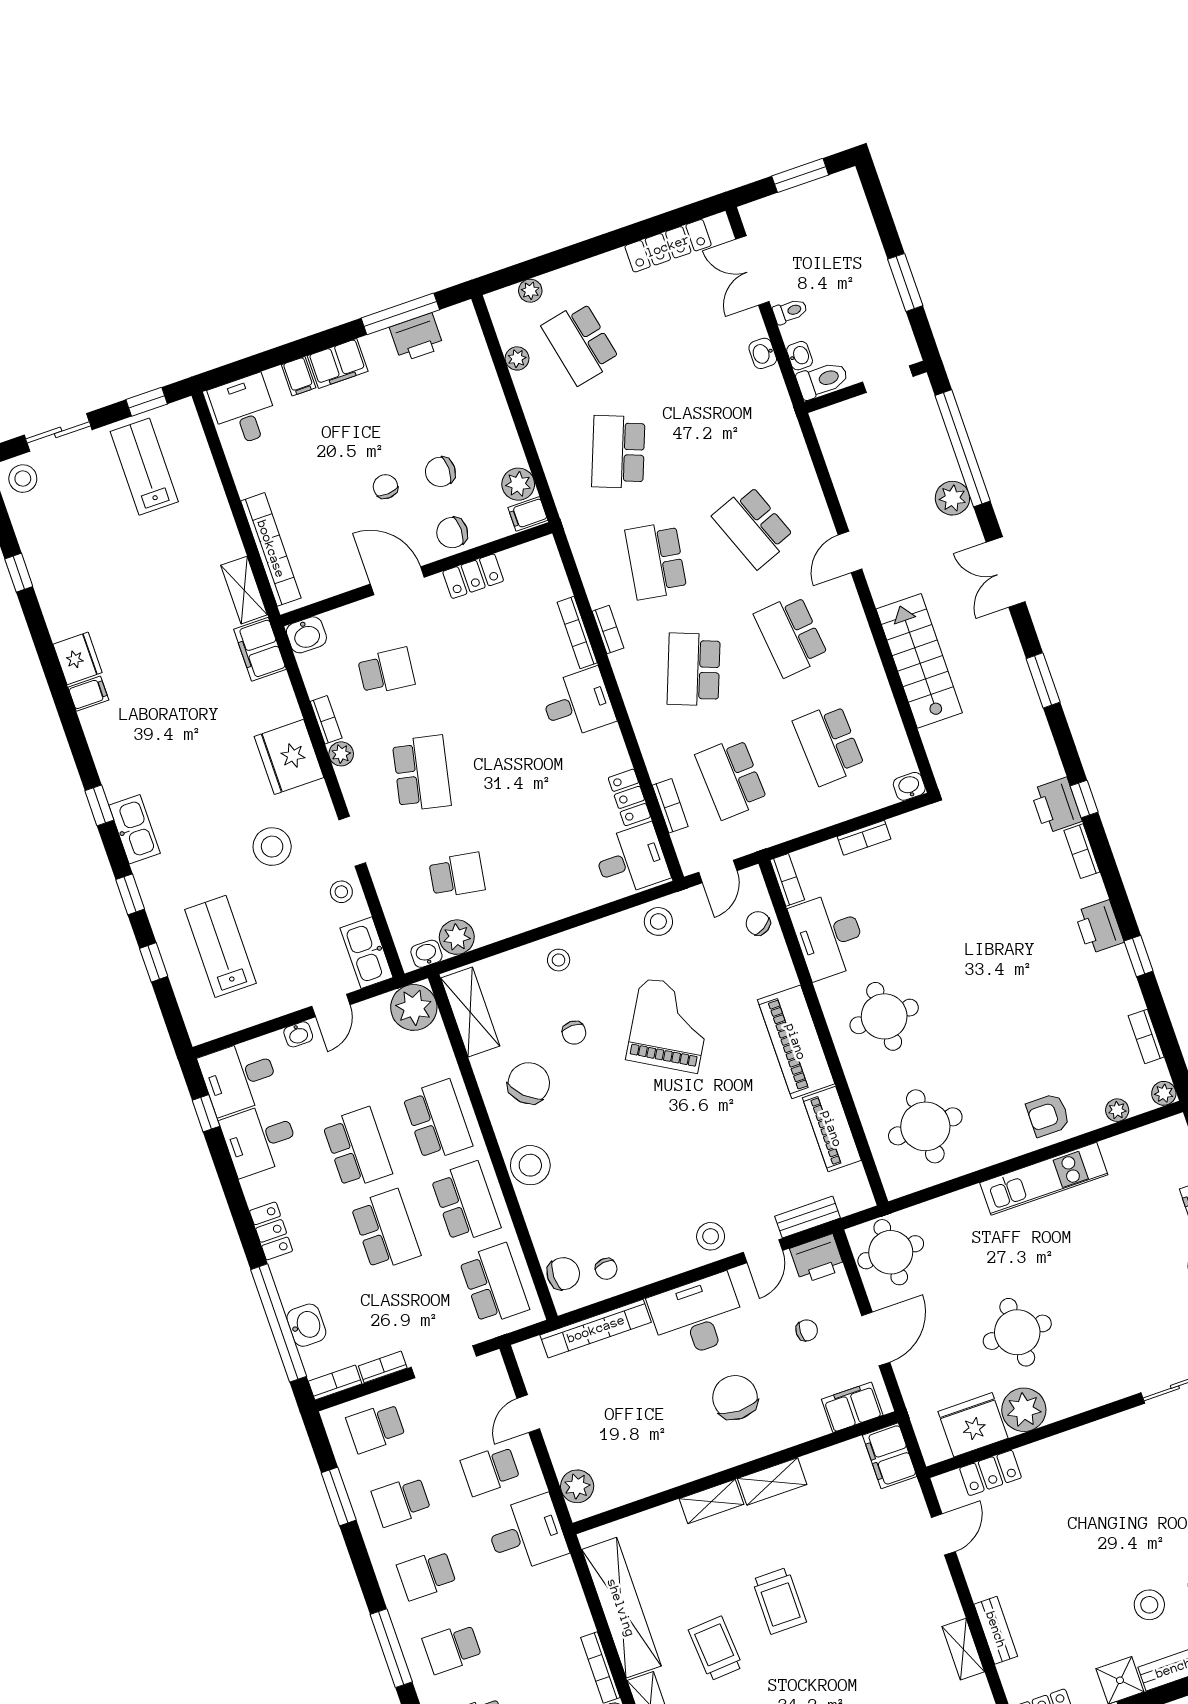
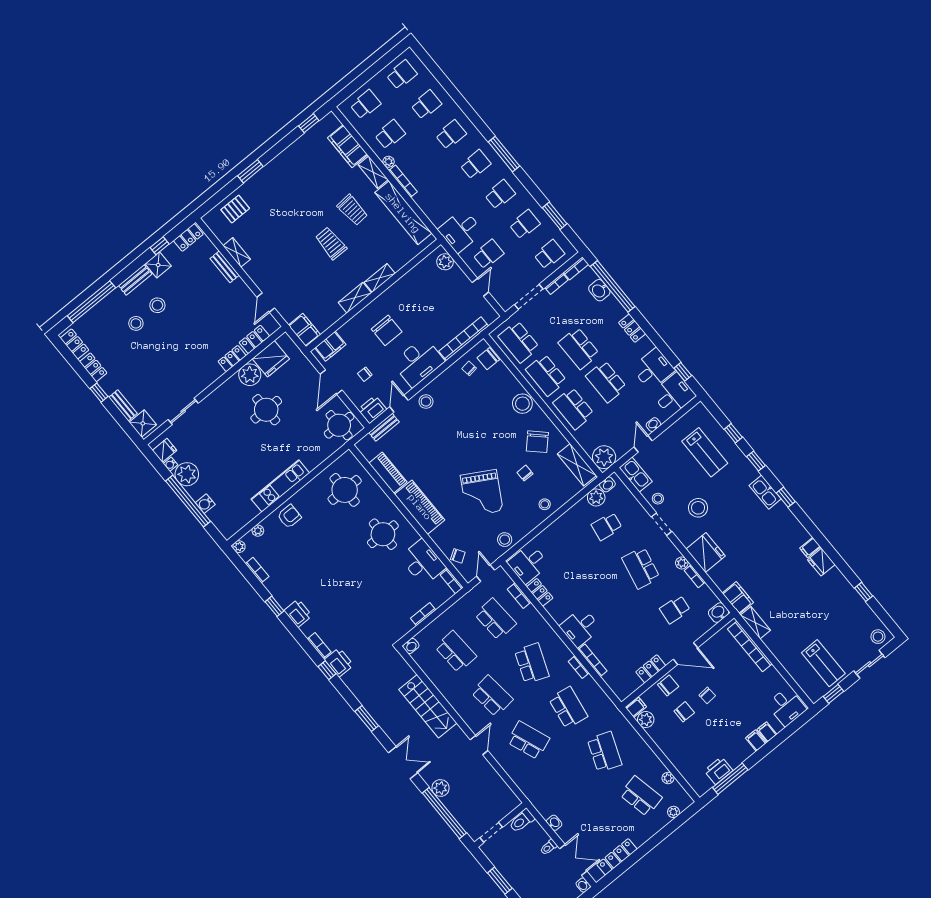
washbasin: (800, 356) -> (583, 885), moved
filing cabinet: (338, 364) -> (756, 741), width x0.50
locker: (1046, 1452) -> (232, 359), added

